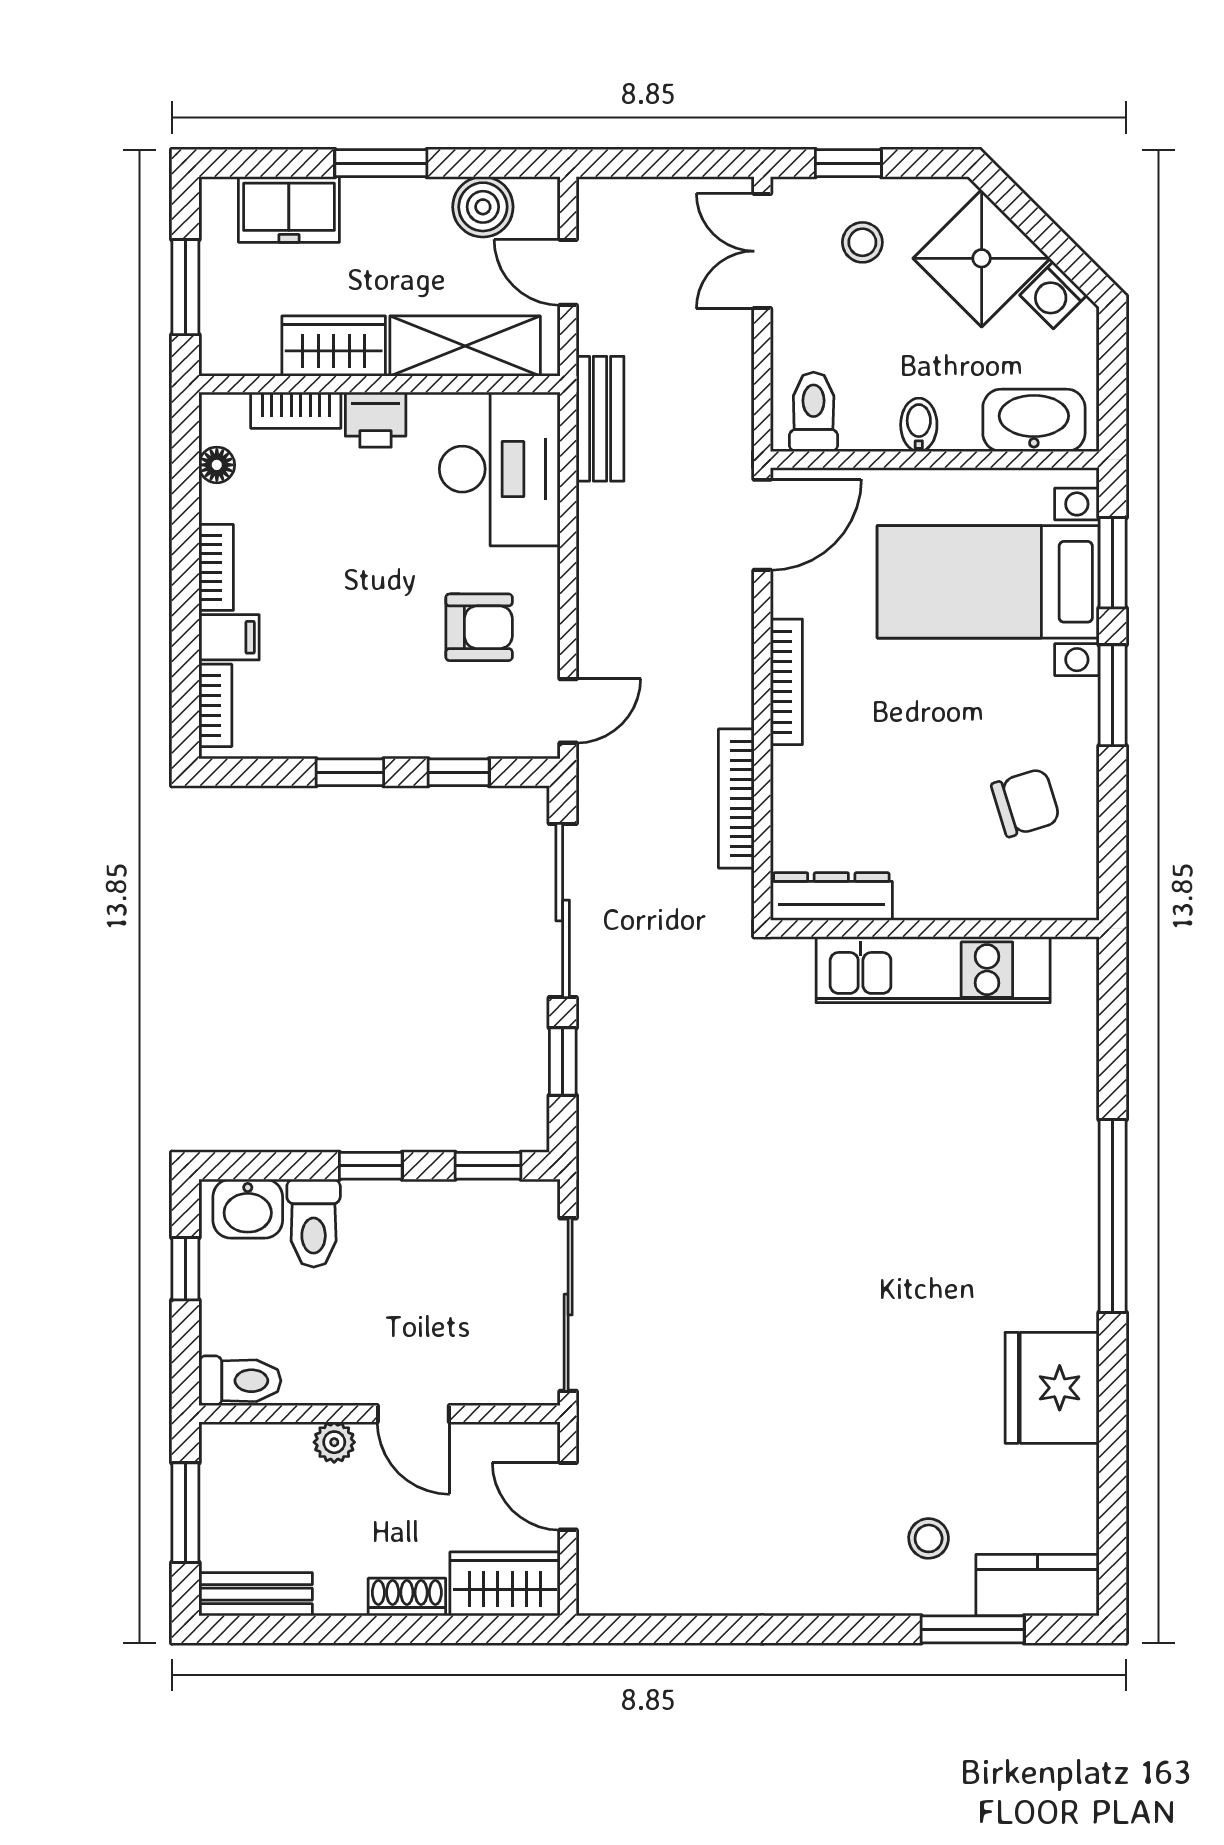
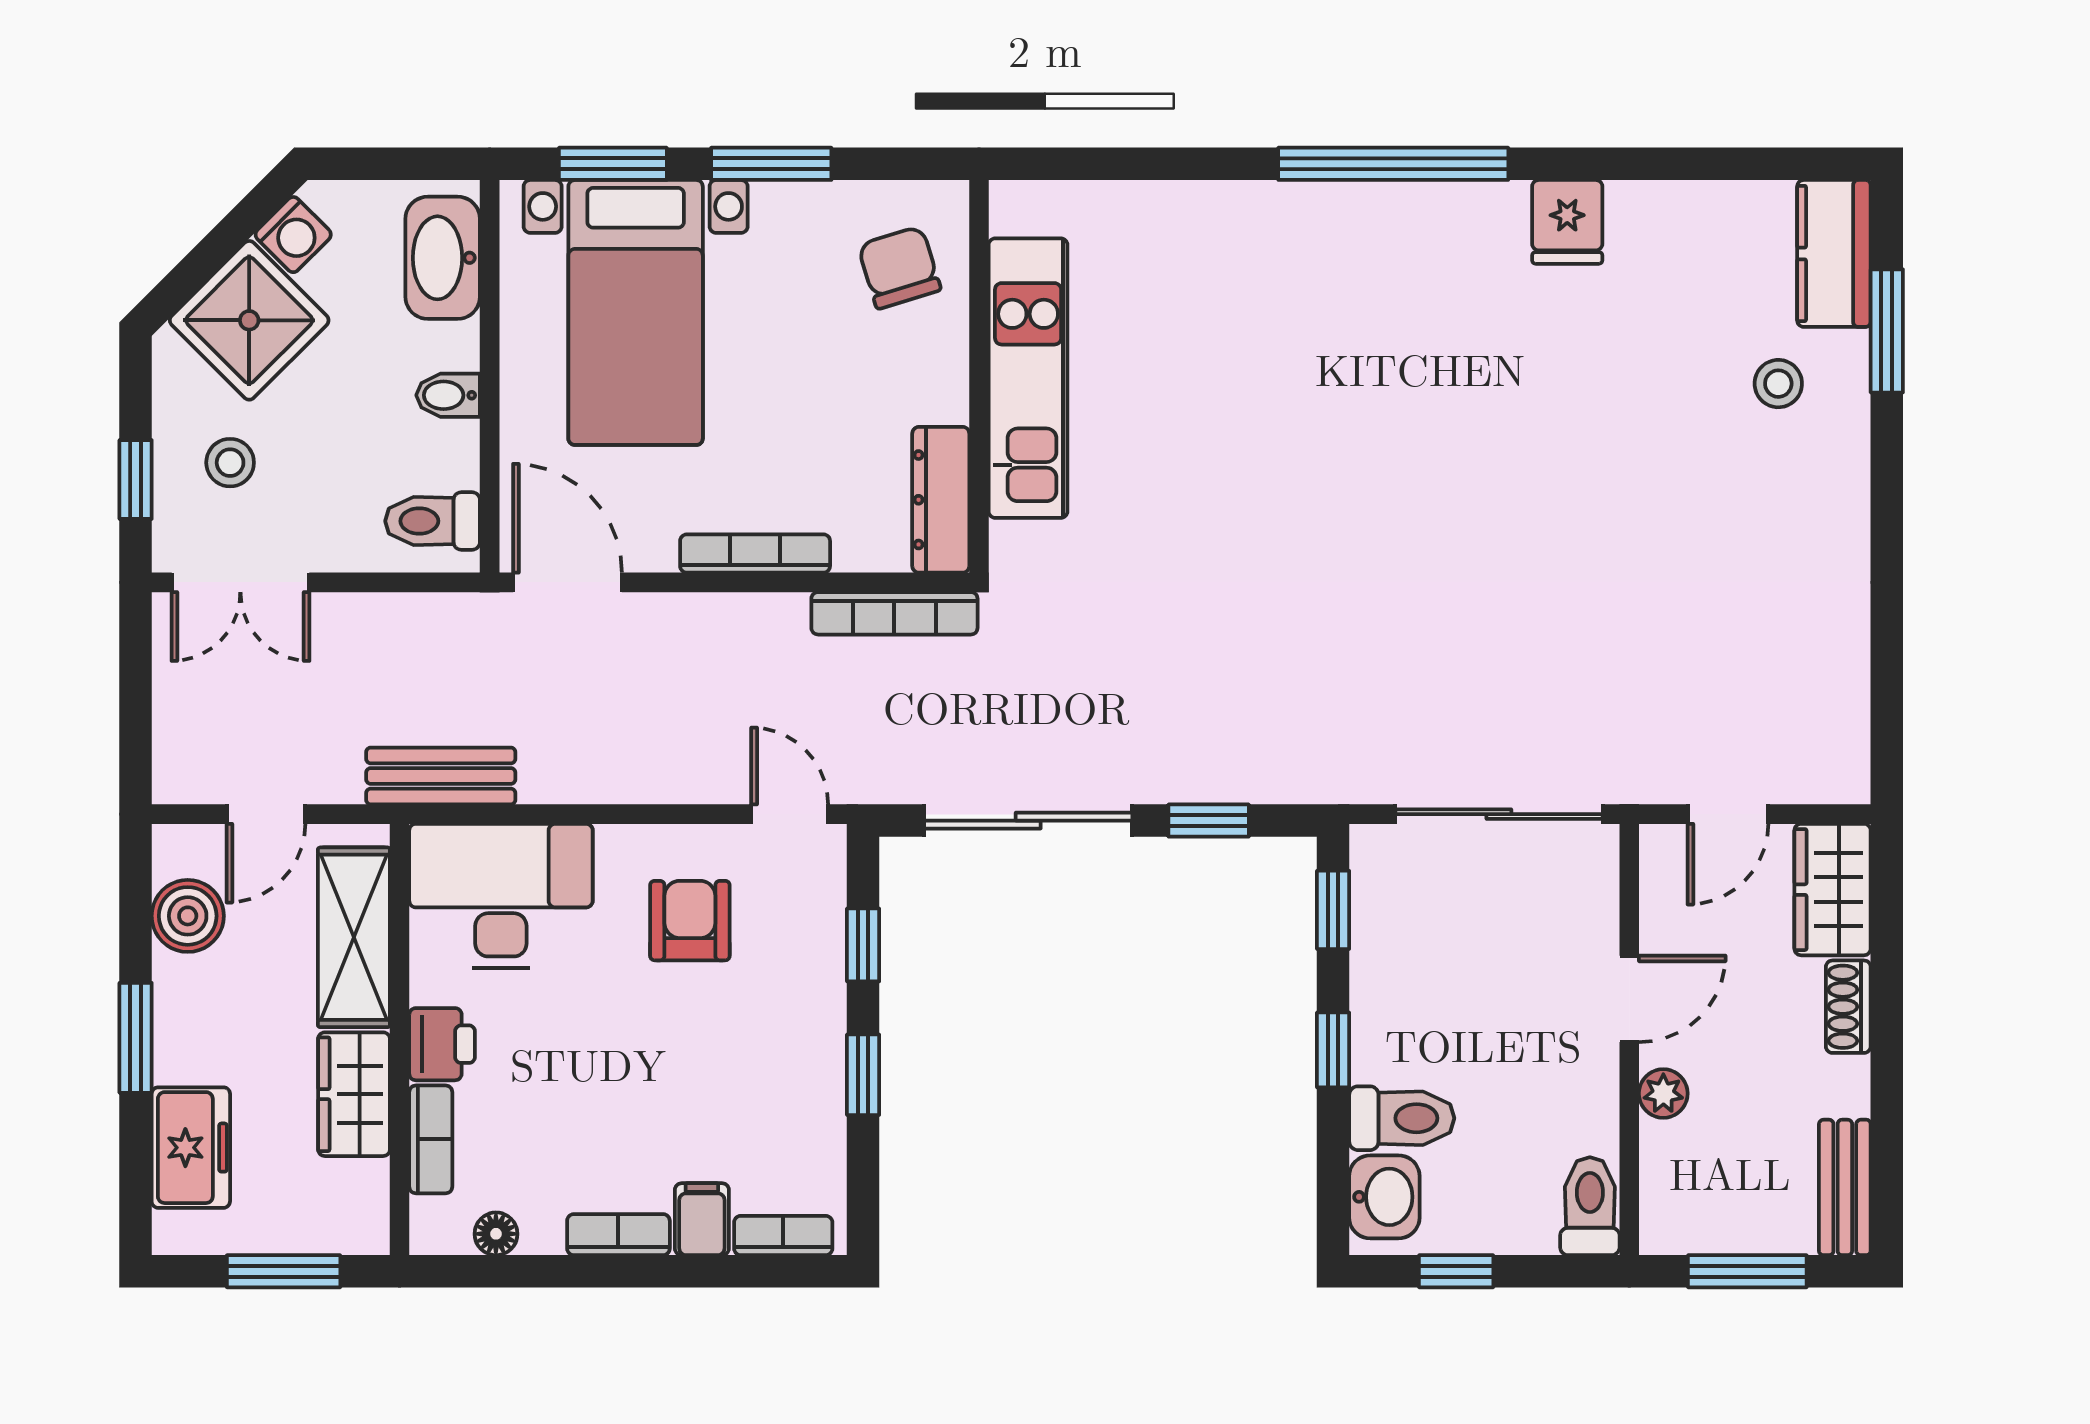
dresser: (831, 897) -> (941, 500), moved
wall: (935, 929) -> (979, 376), moved
kitchen unit: (933, 970) -> (1028, 378), moved
fridge: (1052, 1388) -> (1567, 222), width x0.53, depth x0.75

